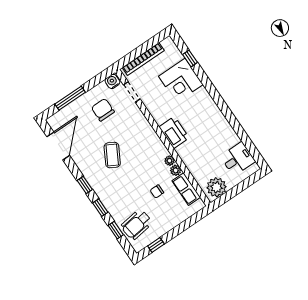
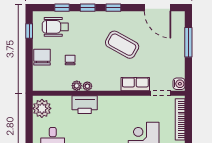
chair: (103, 110) -> (42, 57), moved, turned -90
printer: (174, 132) -> (85, 105), moved
coffee table: (112, 155) -> (122, 45), width x1.36, depth x1.32
row of seats: (186, 189) -> (135, 84), moved
wheelchair: (137, 224) -> (55, 27), turned -82

